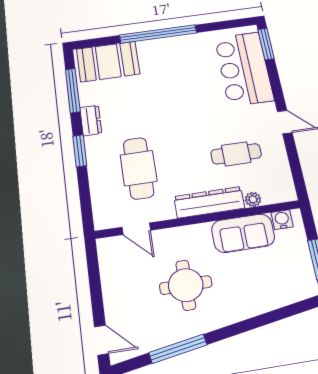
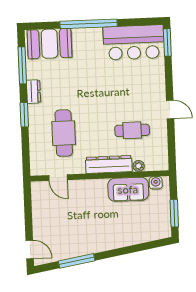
bar counter: (244, 69) -> (134, 42), moved, turned -90
round table: (186, 285) -> (86, 220), removed

